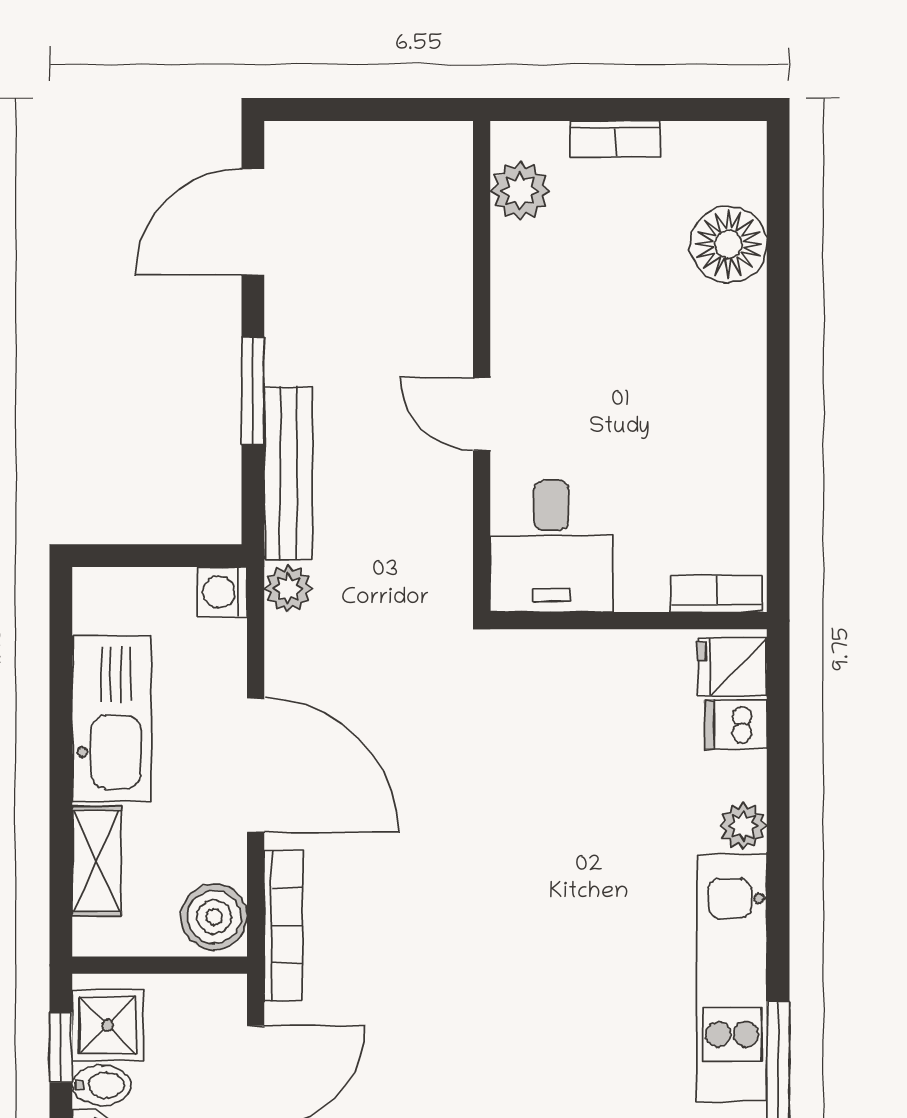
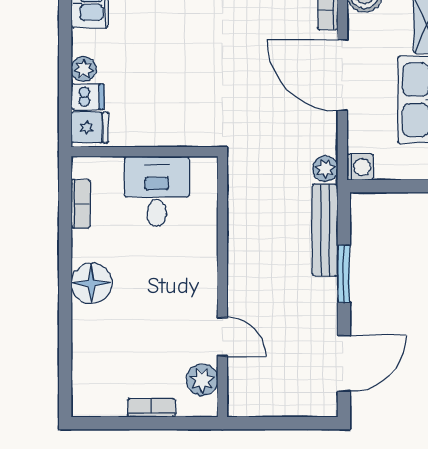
floor lamp: (728, 244) -> (91, 283), moved
door: (482, 414) -> (222, 337), moved
desk: (551, 546) -> (157, 191), moved
bookcase: (717, 594) -> (81, 204), moved, turned -90
plant: (743, 826) -> (84, 69), moved

